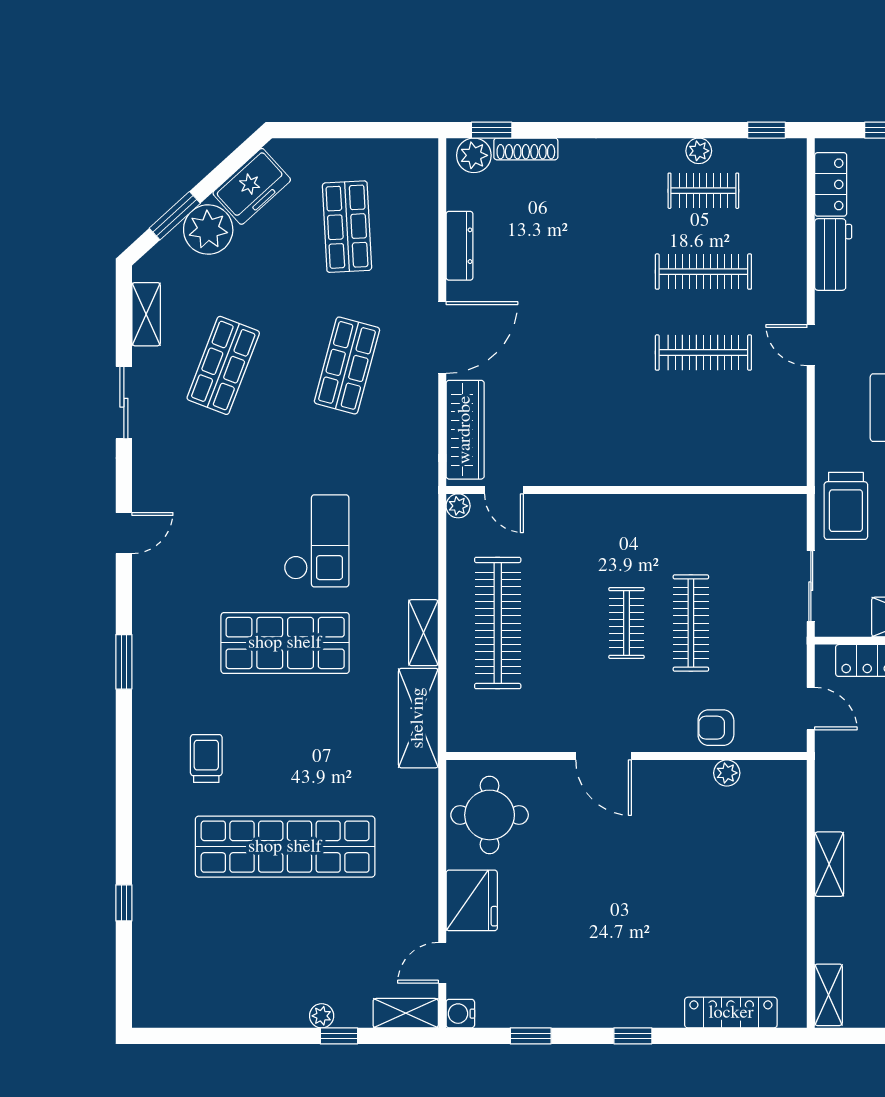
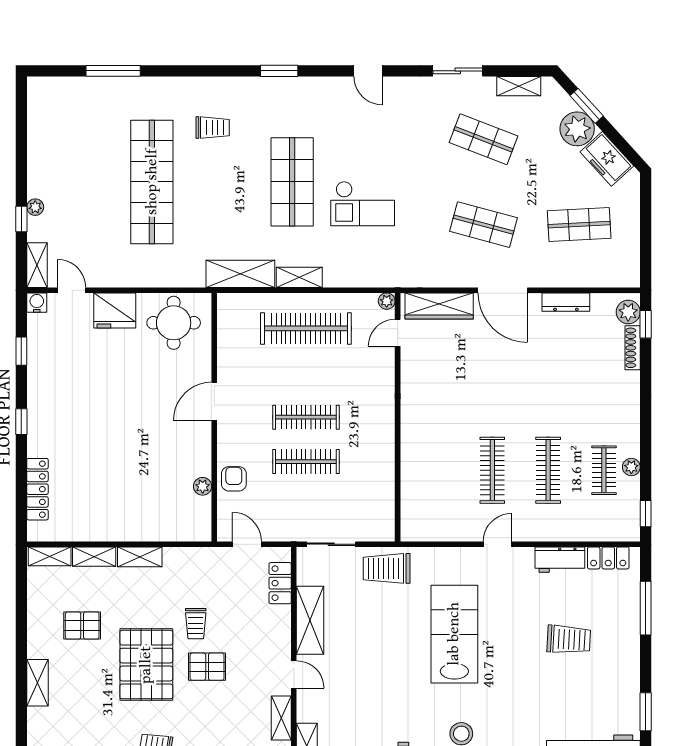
clothes rail: (626, 623) -> (306, 417), width x1.36
door: (811, 709) -> (247, 544), swing flipped
window: (124, 903) -> (113, 71), width x2.17
shelving: (829, 930) -> (94, 557), added

